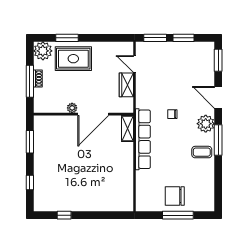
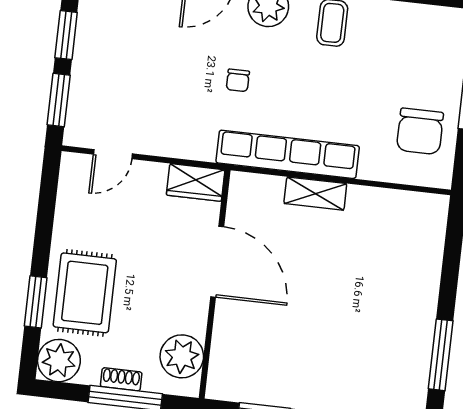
wardrobe: (126, 85) -> (196, 182), moved
plant: (72, 108) -> (182, 356), moved, width x1.88, depth x1.88
shelving: (127, 128) -> (315, 194), moved
chair: (175, 196) -> (420, 131), moved
window: (64, 215) -> (441, 355), width x2.17

